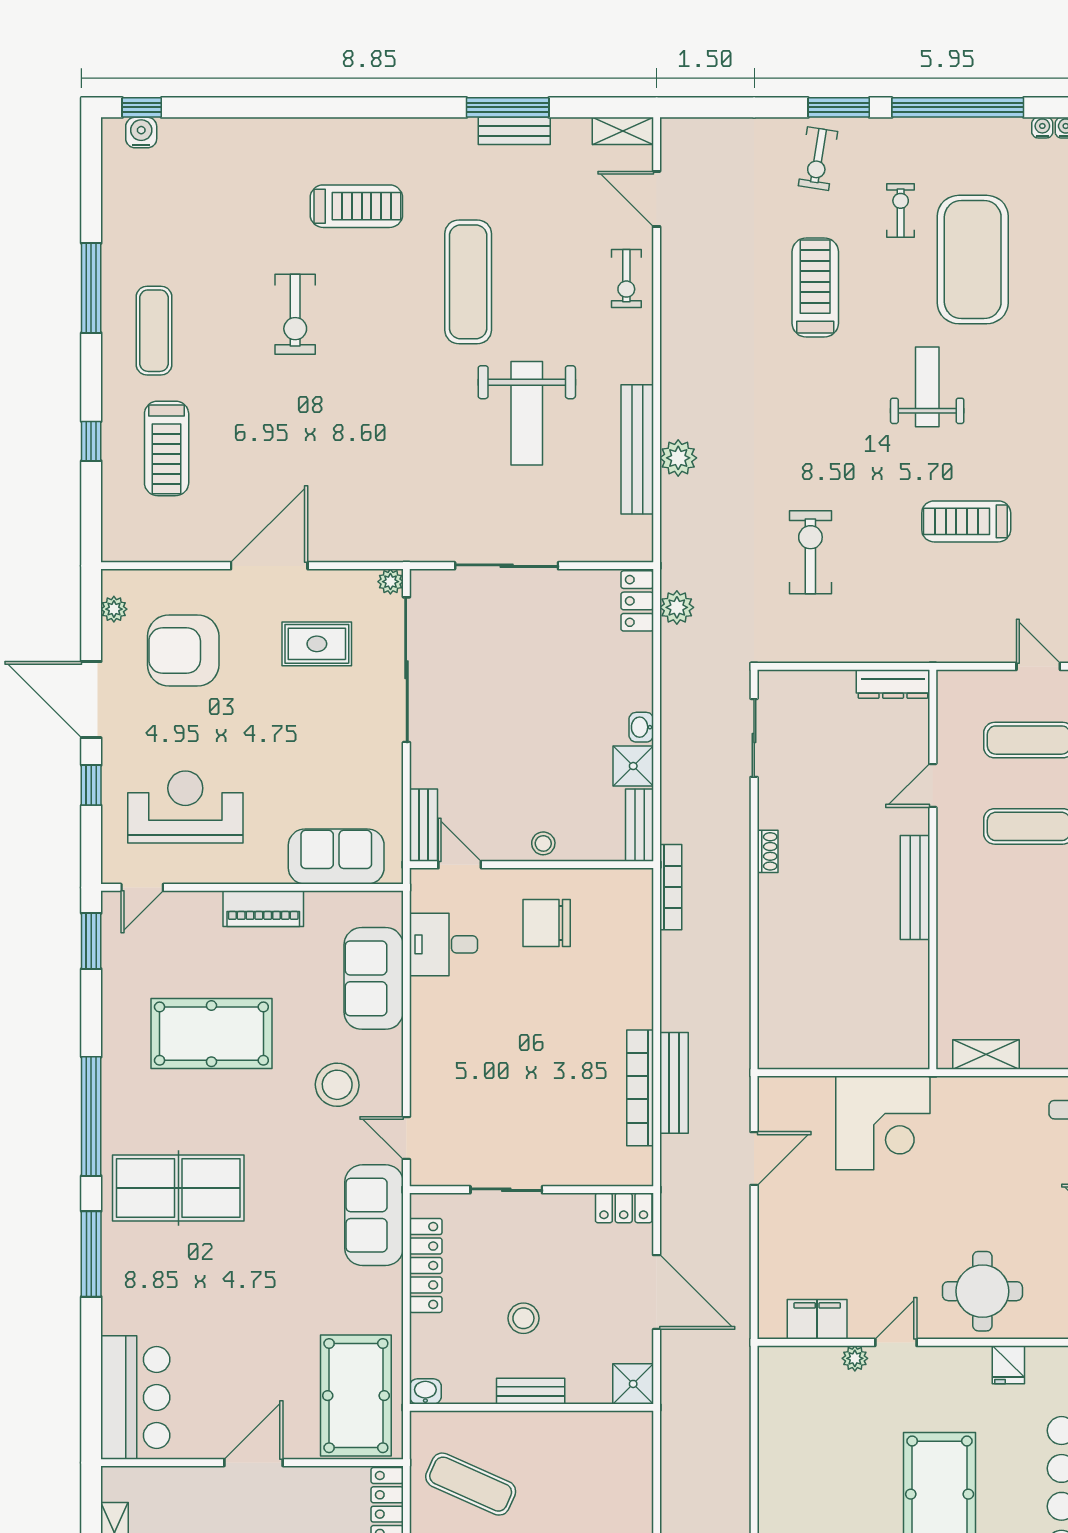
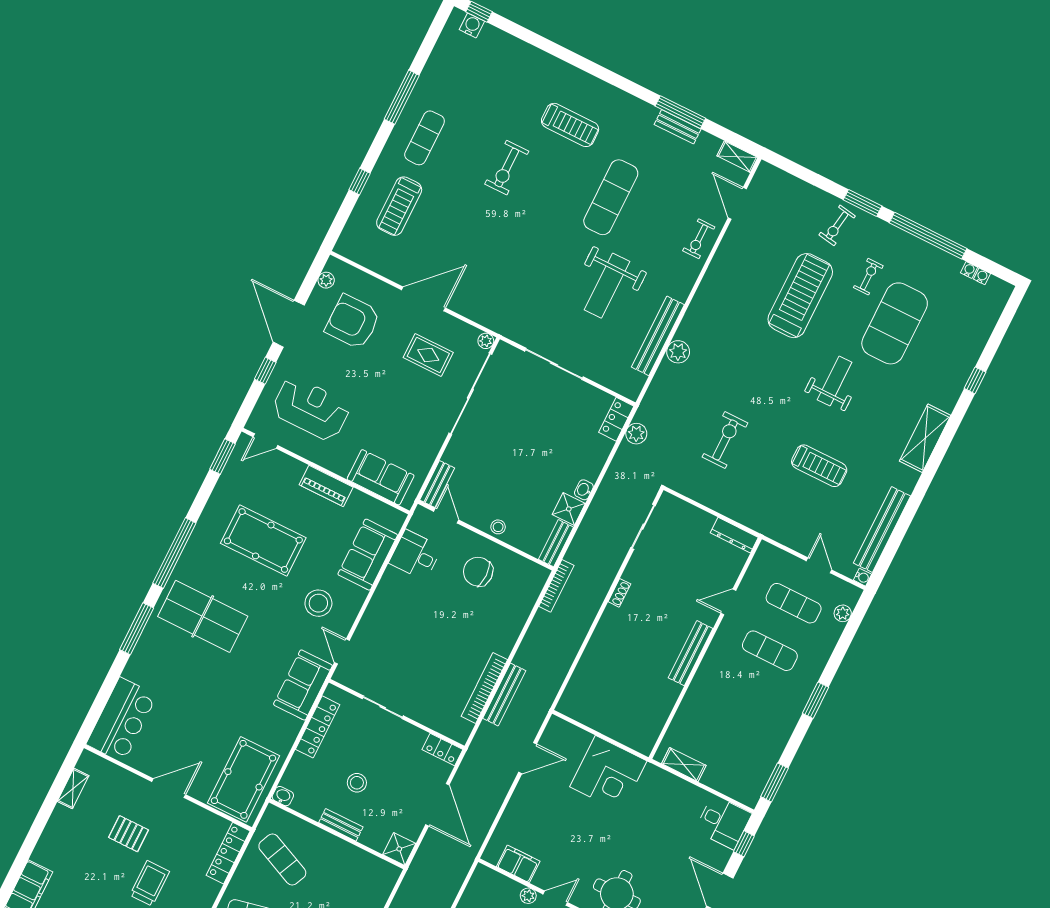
treadmill: (815, 288) -> (800, 296), width x1.37, depth x1.37
treadmill: (966, 521) -> (819, 466), turned 180

